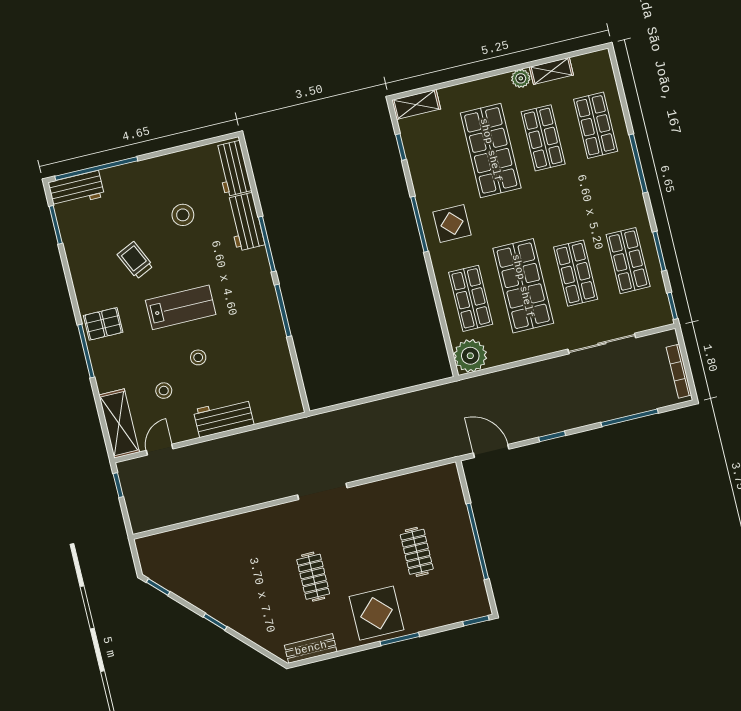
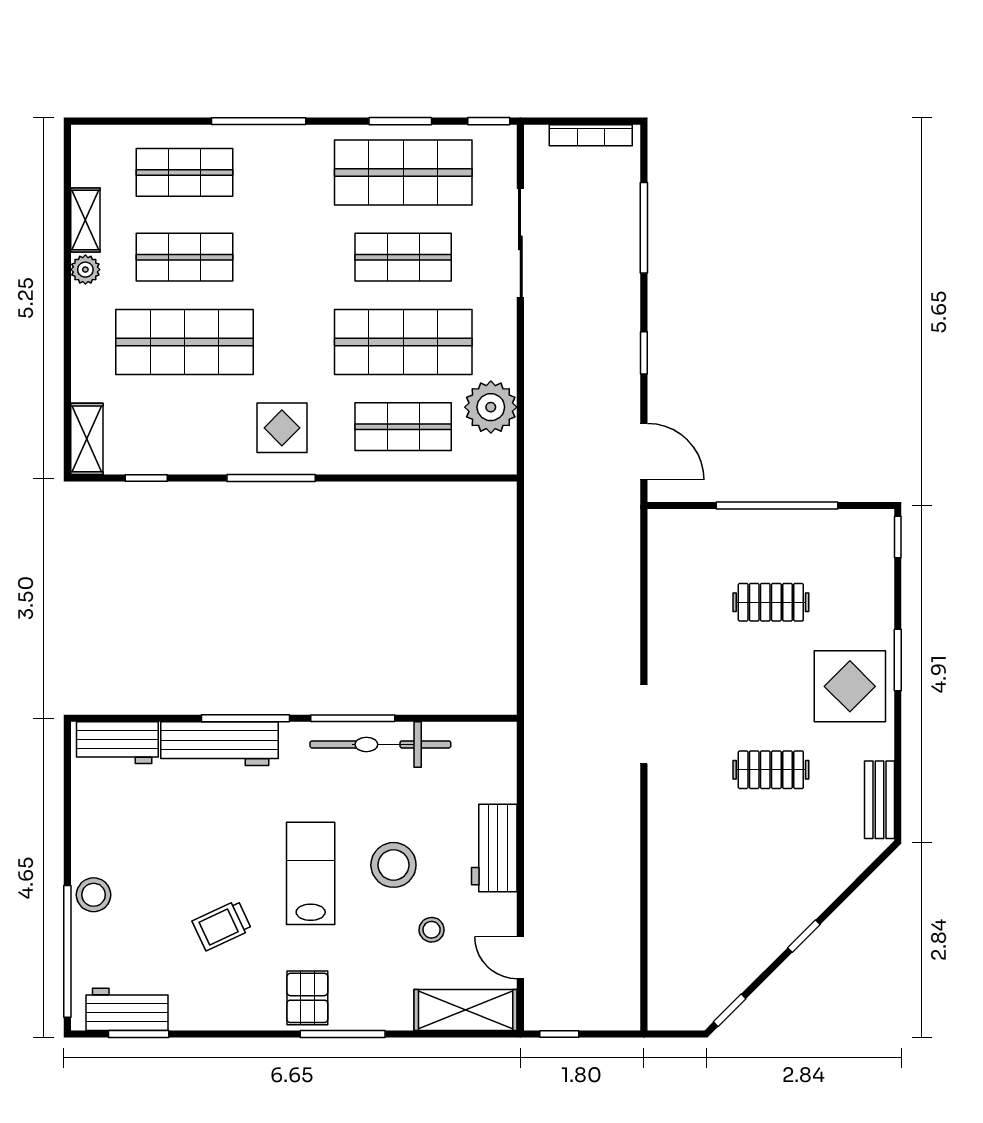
workbench: (76, 189) -> (127, 1009), moved, turned -90
stool: (183, 215) -> (94, 895), moved
workbench: (245, 222) -> (220, 744), width x1.38
shop shelf: (628, 261) -> (403, 172), width x1.43, depth x1.36
bicycle: (271, 331) -> (380, 744), added
plant: (470, 356) -> (491, 407), moved
stool: (198, 357) -> (393, 865), width x1.89, depth x1.89
door: (491, 451) -> (644, 452), swing flipped

